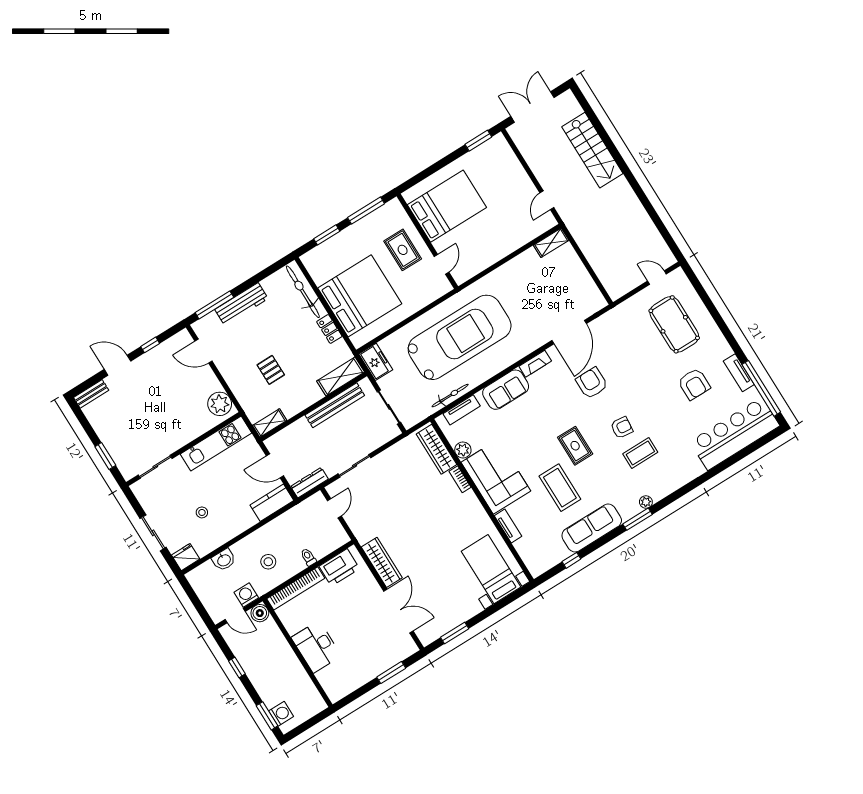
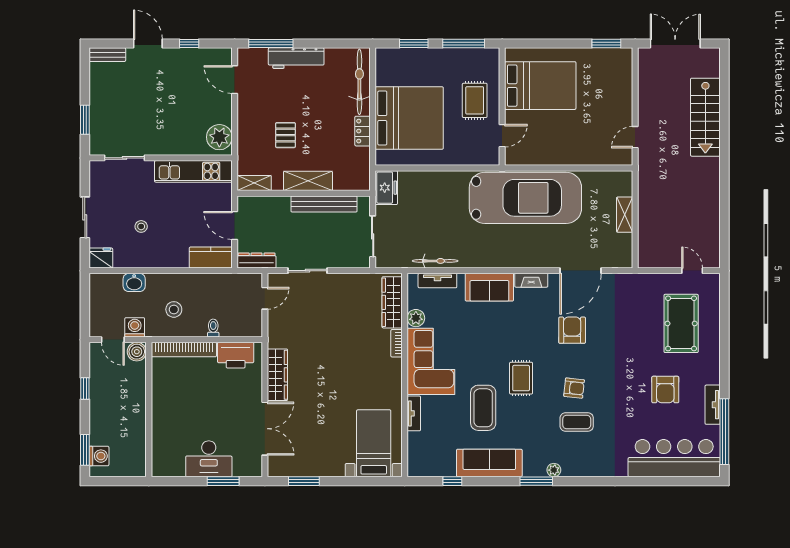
shelving: (551, 243) -> (625, 215), moved, turned 90
car: (460, 337) -> (525, 198), moved
shelving: (341, 376) -> (308, 181), moved
desk: (316, 647) -> (209, 459), moved, turned -90

